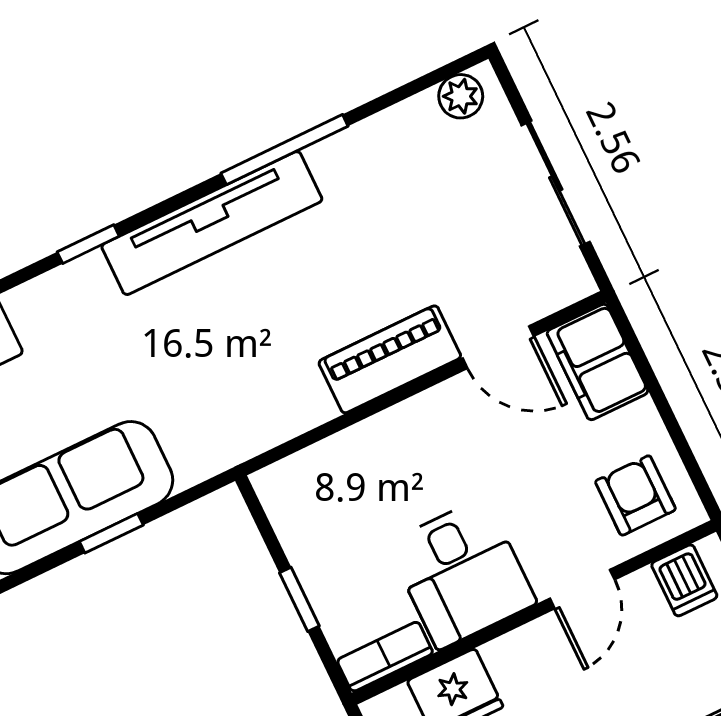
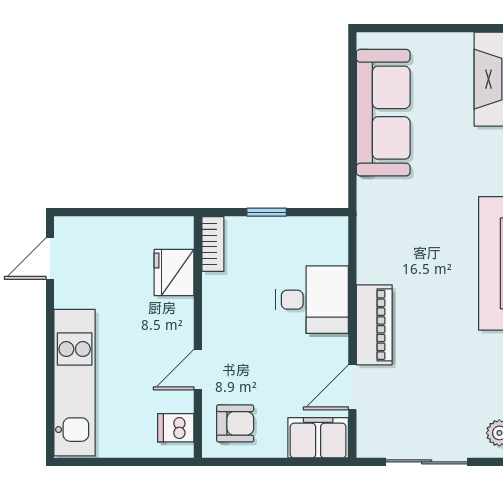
window: (111, 533) -> (352, 127), removed
desk: (462, 573) -> (312, 300), moved, turned 180
door: (582, 589) -> (198, 370), hinge flipped

